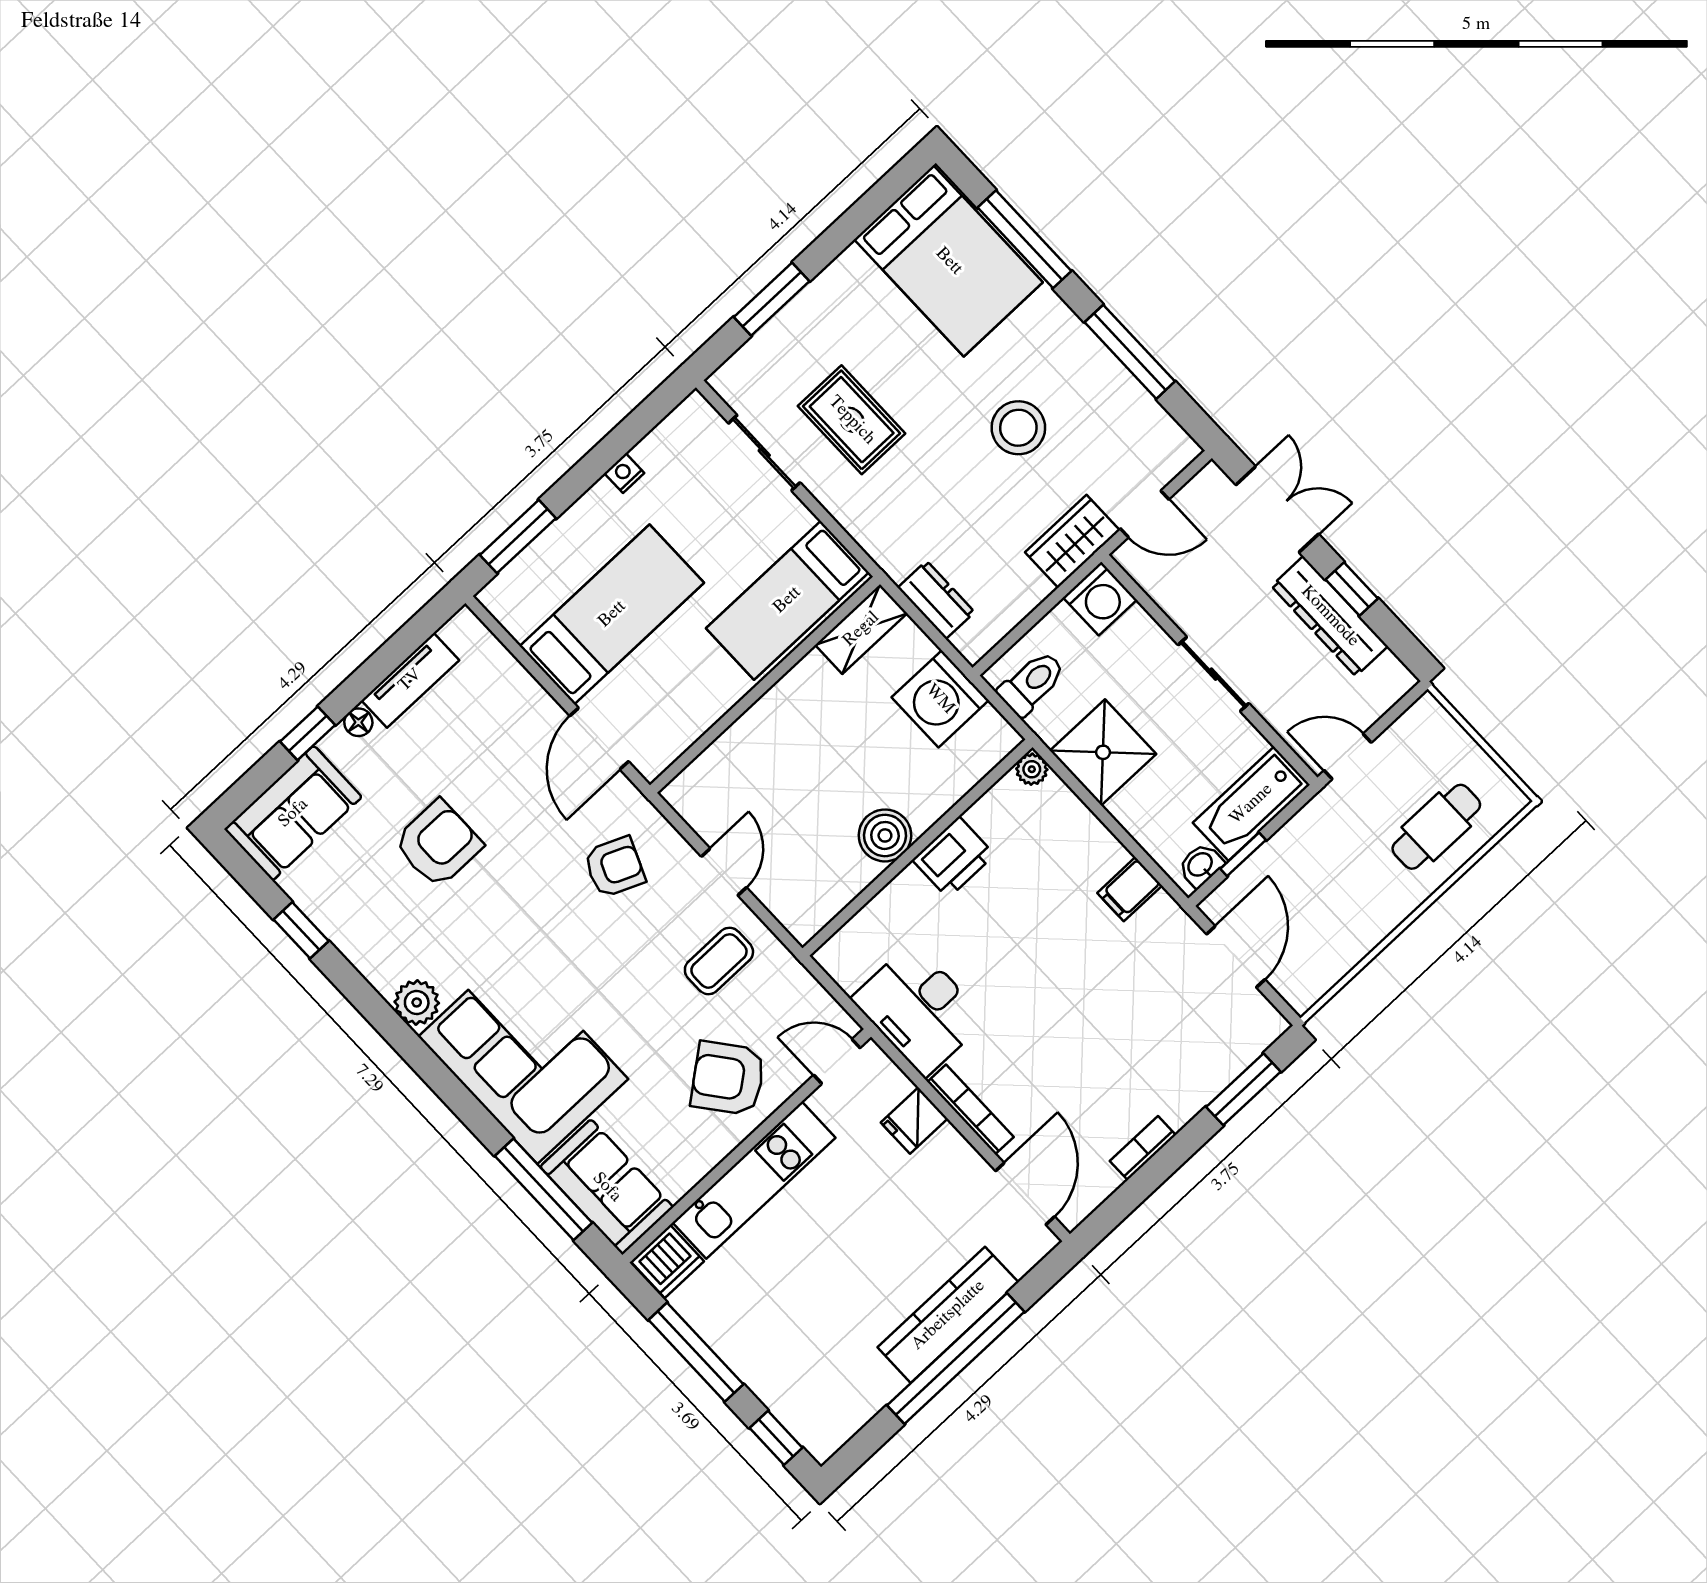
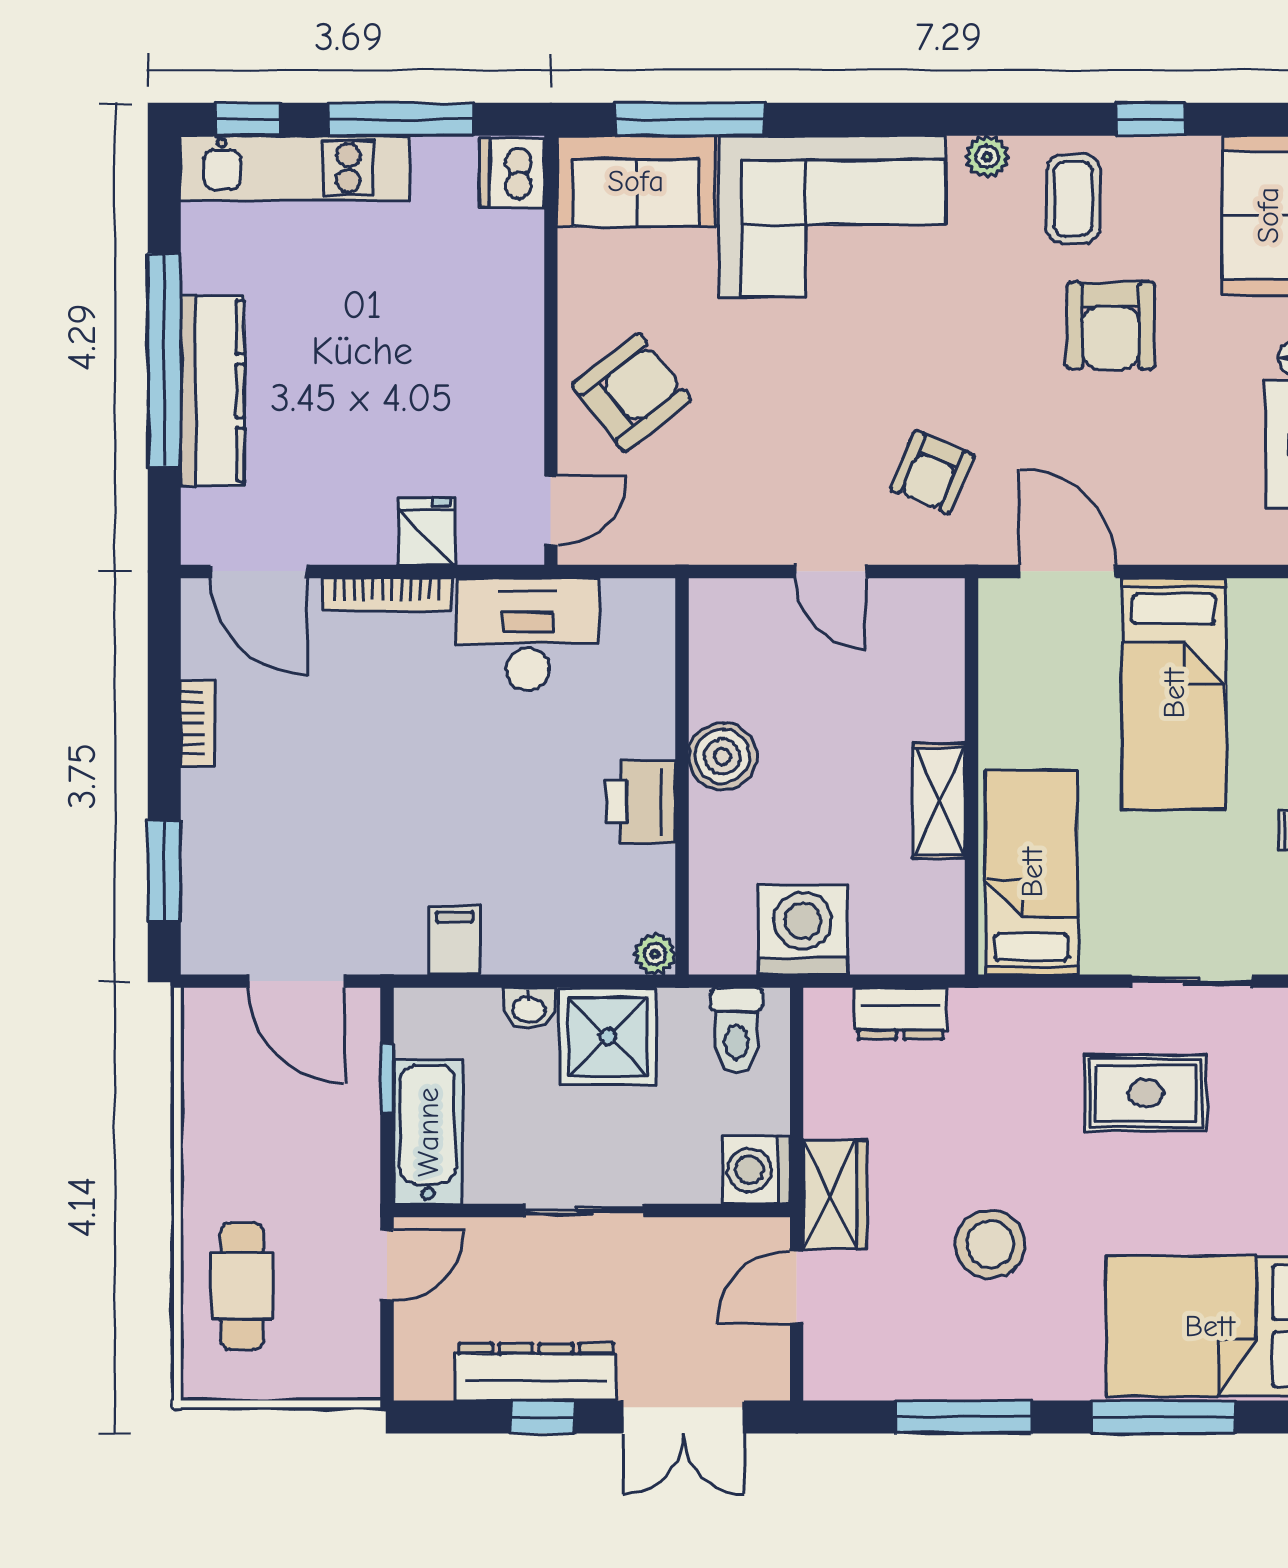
shelving: (861, 629) -> (939, 801), moved
washbasin: (1201, 865) -> (529, 1008), moved, turned 90
coffee table: (719, 961) -> (1073, 199), moved
plant: (417, 1002) -> (987, 157), width x0.73, depth x0.73
kitchen unit: (754, 1180) -> (295, 168), moved, turned -90

